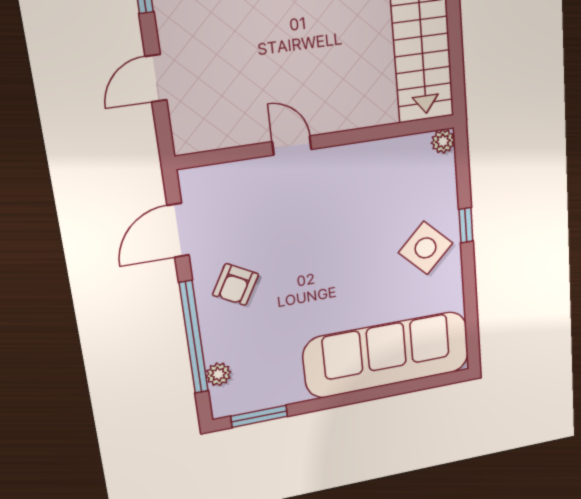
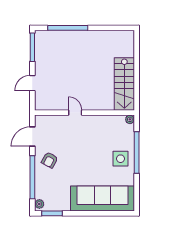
window: (466, 225) -> (137, 153), width x3.17
side table: (426, 248) -> (121, 159), turned 45
plant: (218, 374) -> (39, 204), moved

